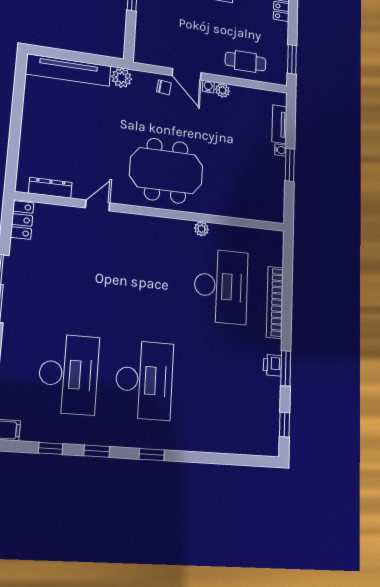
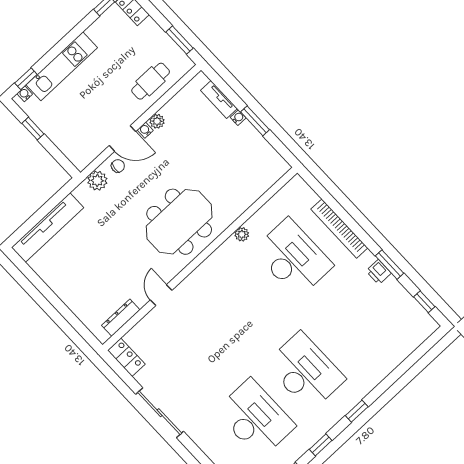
plant: (122, 78) -> (97, 181), moved

